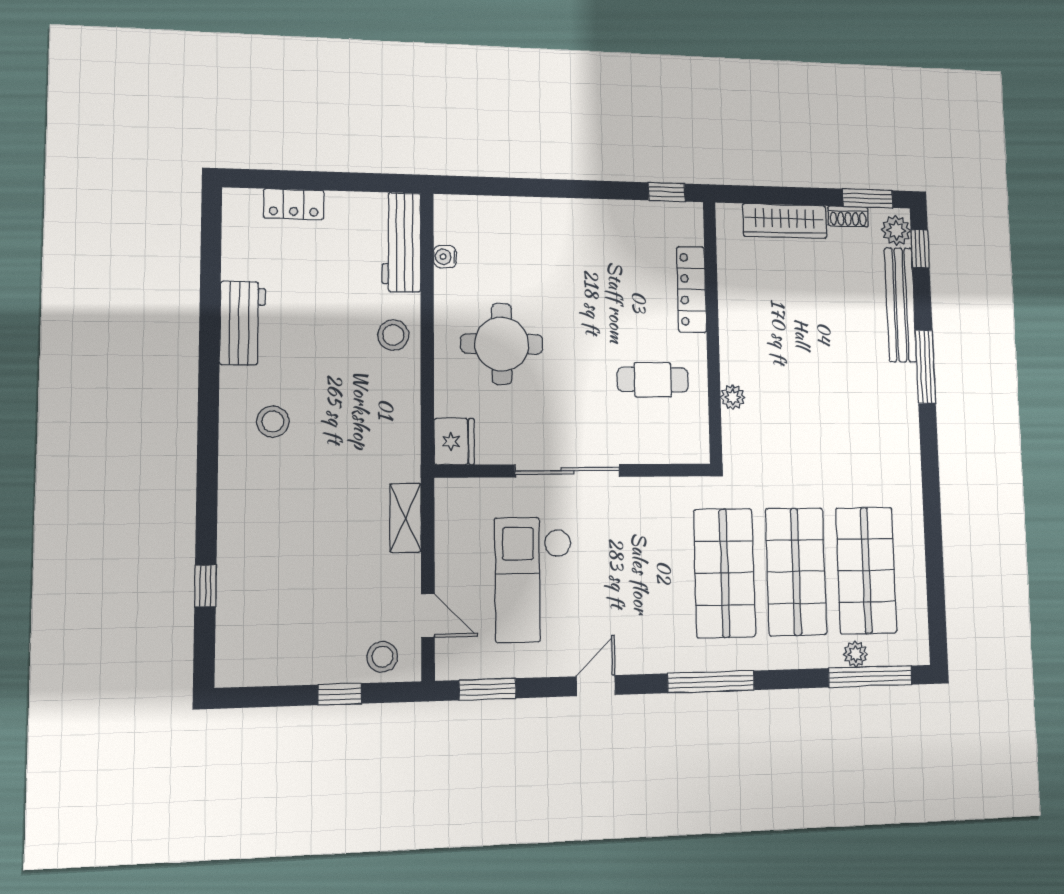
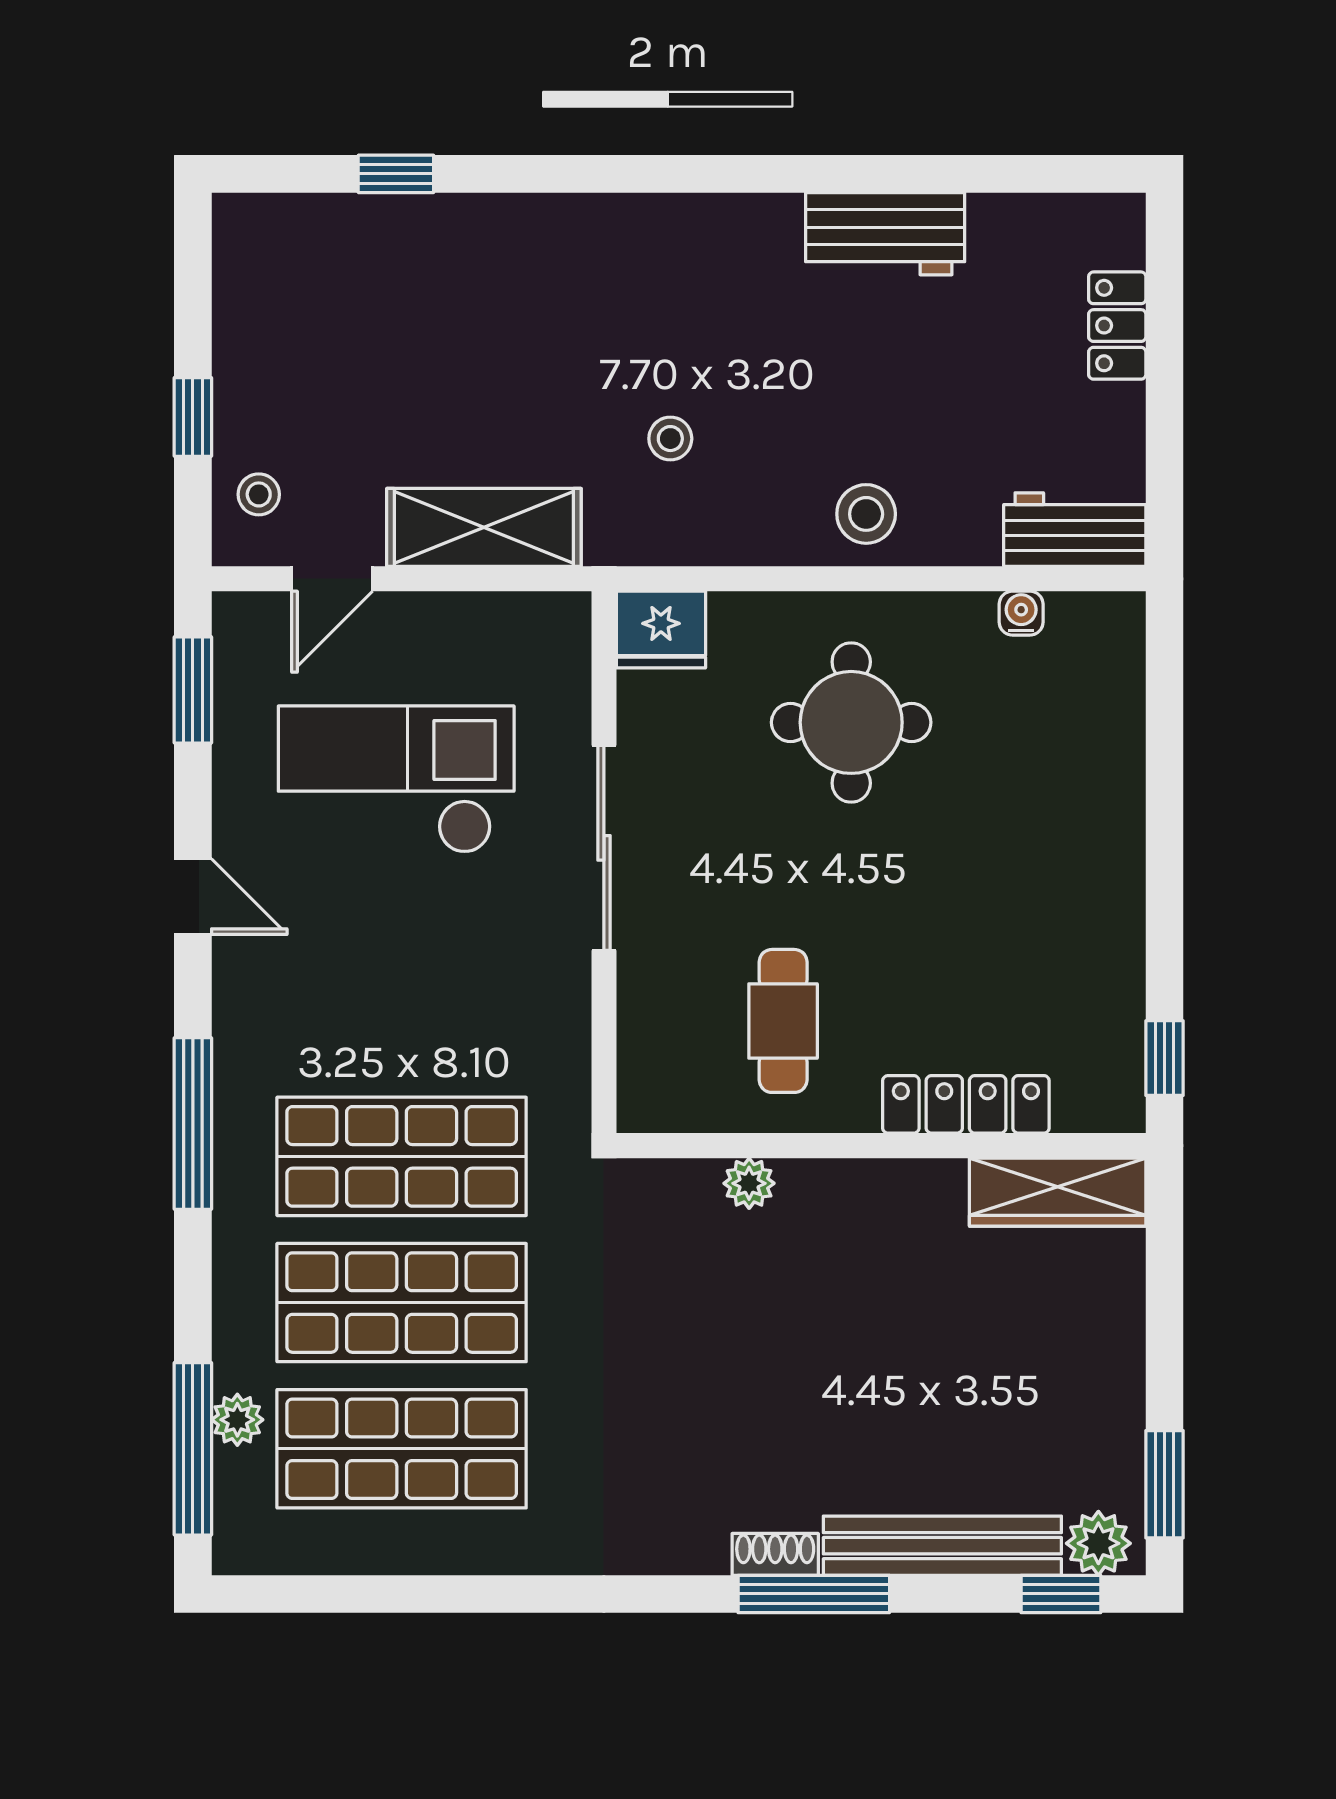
shoe rack: (848, 217) -> (775, 1554), moved, turned 90
wardrobe: (785, 221) -> (1058, 1192), moved, turned -90
workbench: (401, 242) -> (1075, 530), width x0.73
stool: (273, 422) -> (670, 439), moved, width x0.73, depth x0.73
shelving: (406, 518) -> (484, 527), width x1.50, depth x1.33
stool: (382, 657) -> (259, 494), width x0.73, depth x0.73

